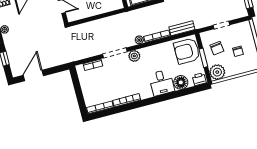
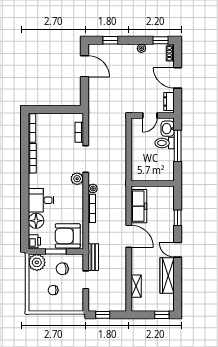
bench: (182, 28) -> (93, 257), moved
armchair: (187, 51) -> (68, 236), turned -90

